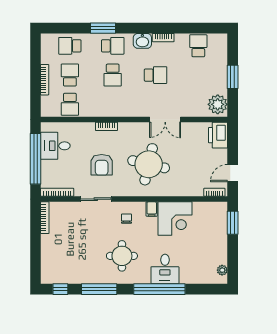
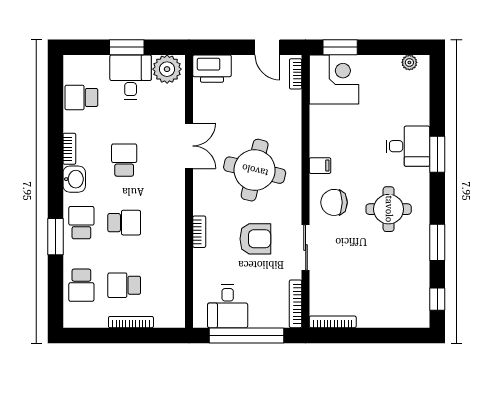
desk: (212, 79) -> (131, 77), added
school desk: (70, 104) -> (167, 285), removed
chair: (126, 219) -> (334, 202), width x1.87, depth x1.87
corner desk: (175, 219) -> (334, 80), moved
window: (99, 289) -> (437, 242), width x0.69
window: (159, 289) -> (437, 154), width x0.47

